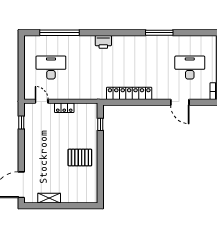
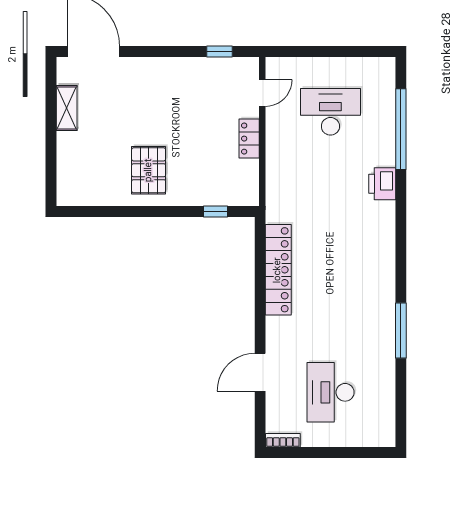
printer: (103, 42) -> (382, 184), moved
desk: (51, 68) -> (330, 112), turned -90
desk: (190, 68) -> (330, 392), turned 180

